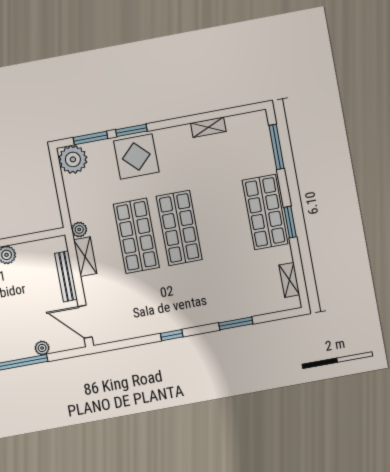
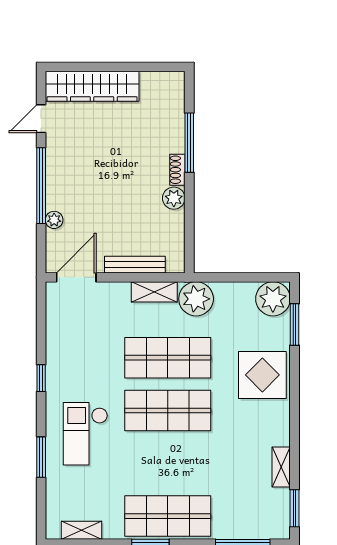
window: (131, 130) -> (294, 508), moved
plant: (79, 229) -> (196, 299), width x1.87, depth x1.87
checkout: (210, 291) -> (85, 434), added

